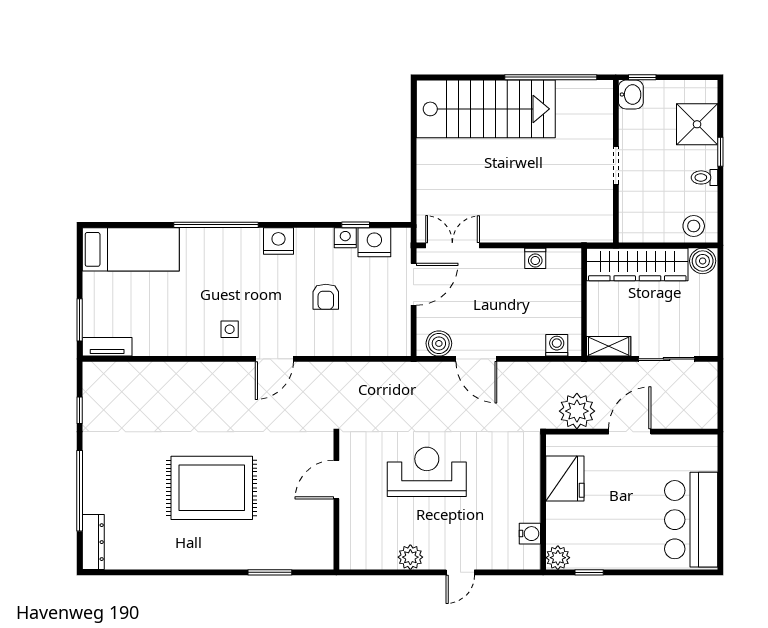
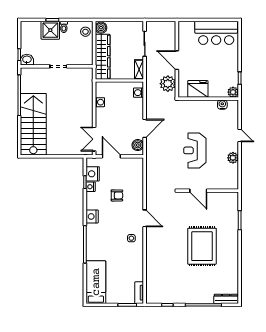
shower: (697, 124) -> (50, 30), moved

